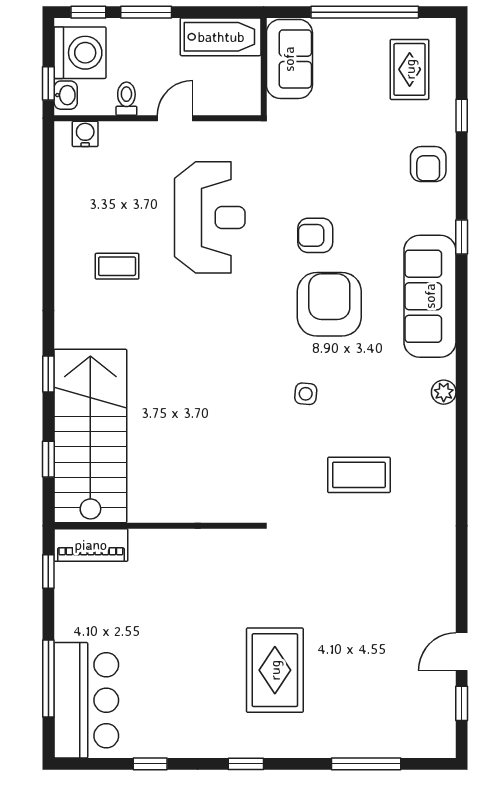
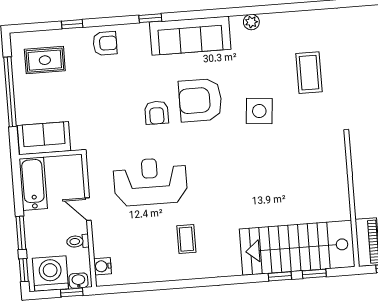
window: (48, 374) -> (280, 276), moved
side table: (306, 394) -> (259, 111), width x1.87, depth x1.87

